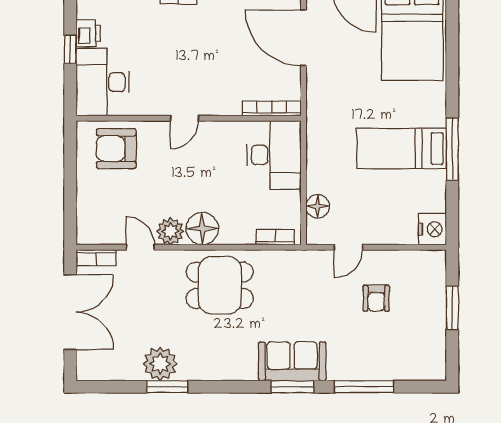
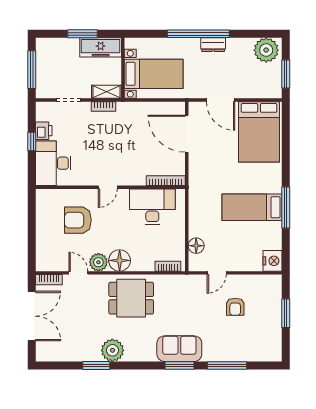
armchair: (116, 149) -> (78, 220), moved
desk: (274, 155) -> (152, 207), moved, turned -90
plant: (160, 364) -> (112, 350), moved

